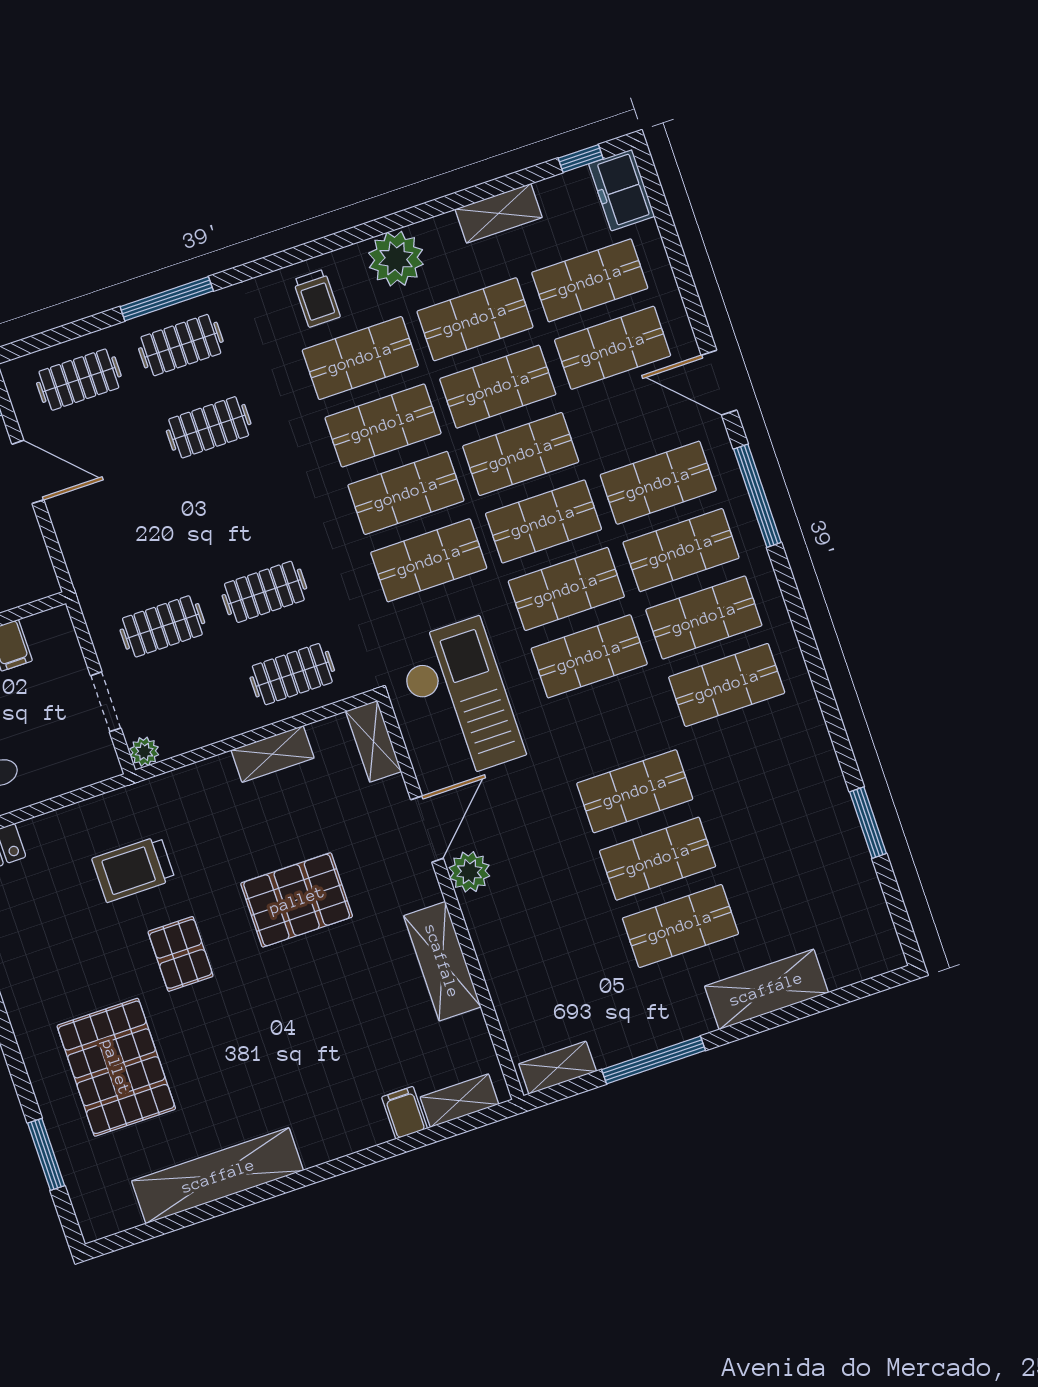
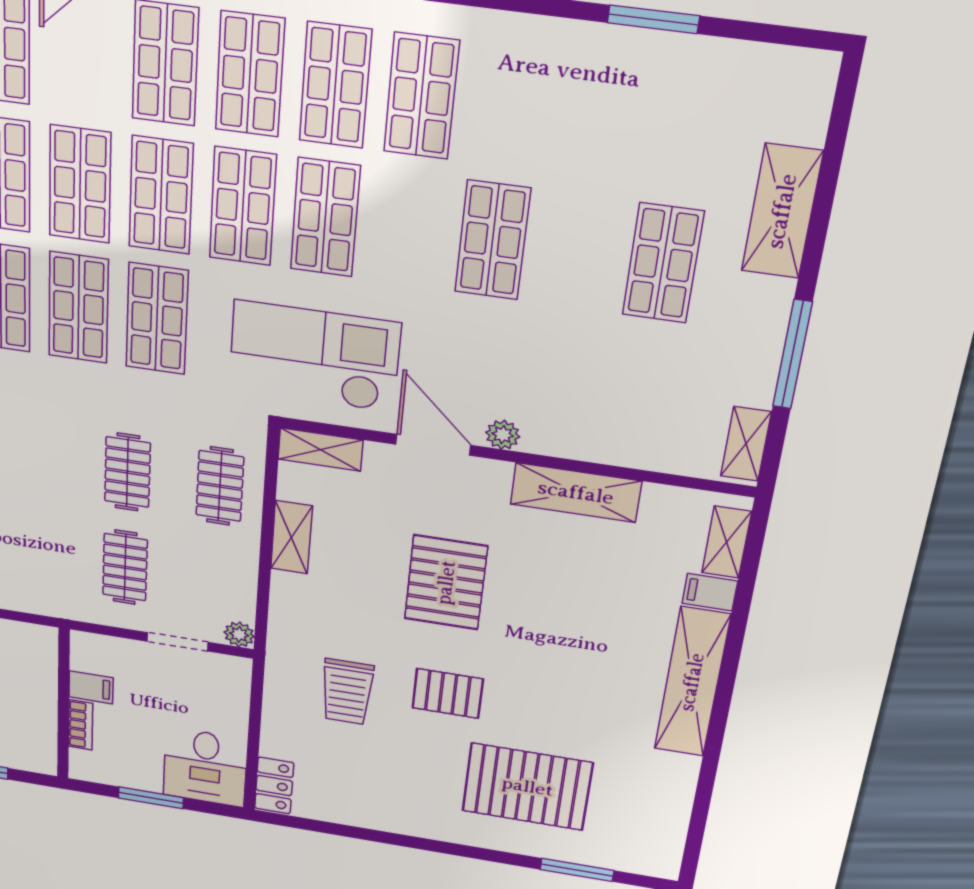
shop shelf: (658, 859) -> (577, 252), removed
plant: (469, 872) -> (503, 435), width x0.73, depth x0.73
shelving: (218, 1176) -> (692, 682), moved

